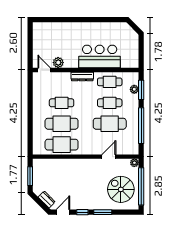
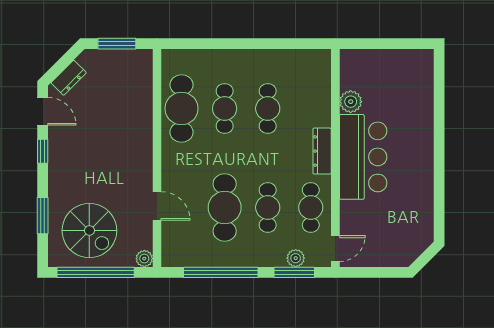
bar counter: (100, 56) -> (363, 157), moved
door: (44, 70) -> (335, 249), moved
cafe table: (62, 124) -> (225, 109), width x0.73, depth x0.74
spiral stairs: (121, 189) -> (89, 231), turned 90
window: (103, 212) -> (43, 216), moved

